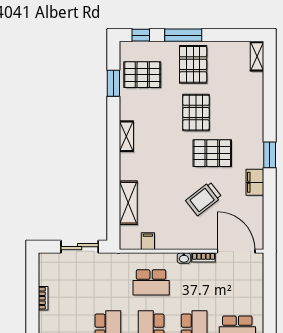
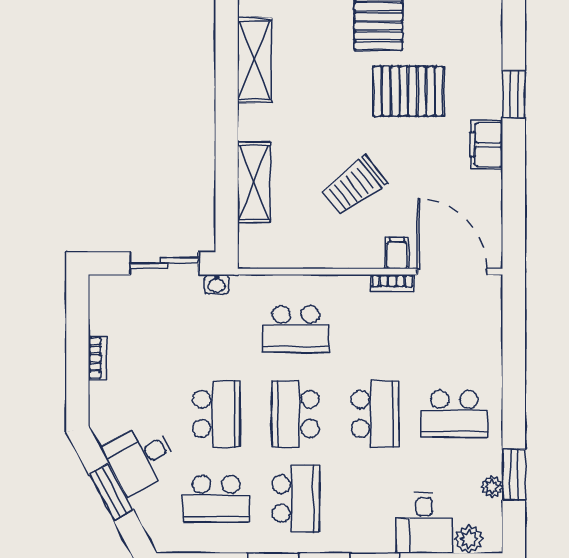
shelving: (126, 136) -> (255, 60), width x1.50, depth x1.33
trolley: (204, 199) -> (354, 186), moved
filing cabinet: (148, 241) -> (397, 253), moved
washbasin: (184, 258) -> (217, 284), moved

